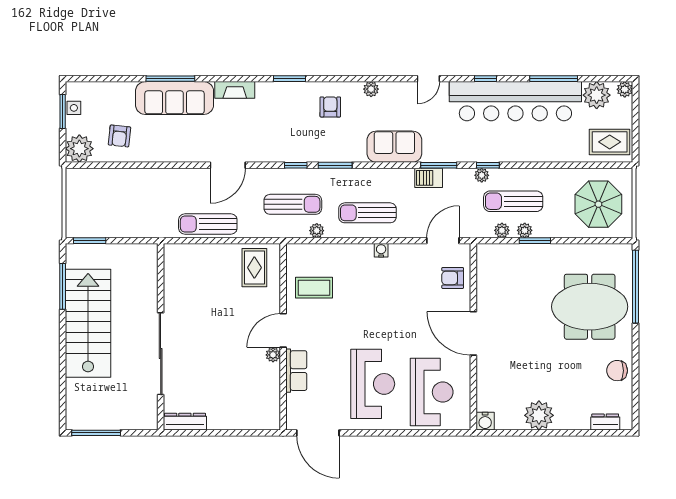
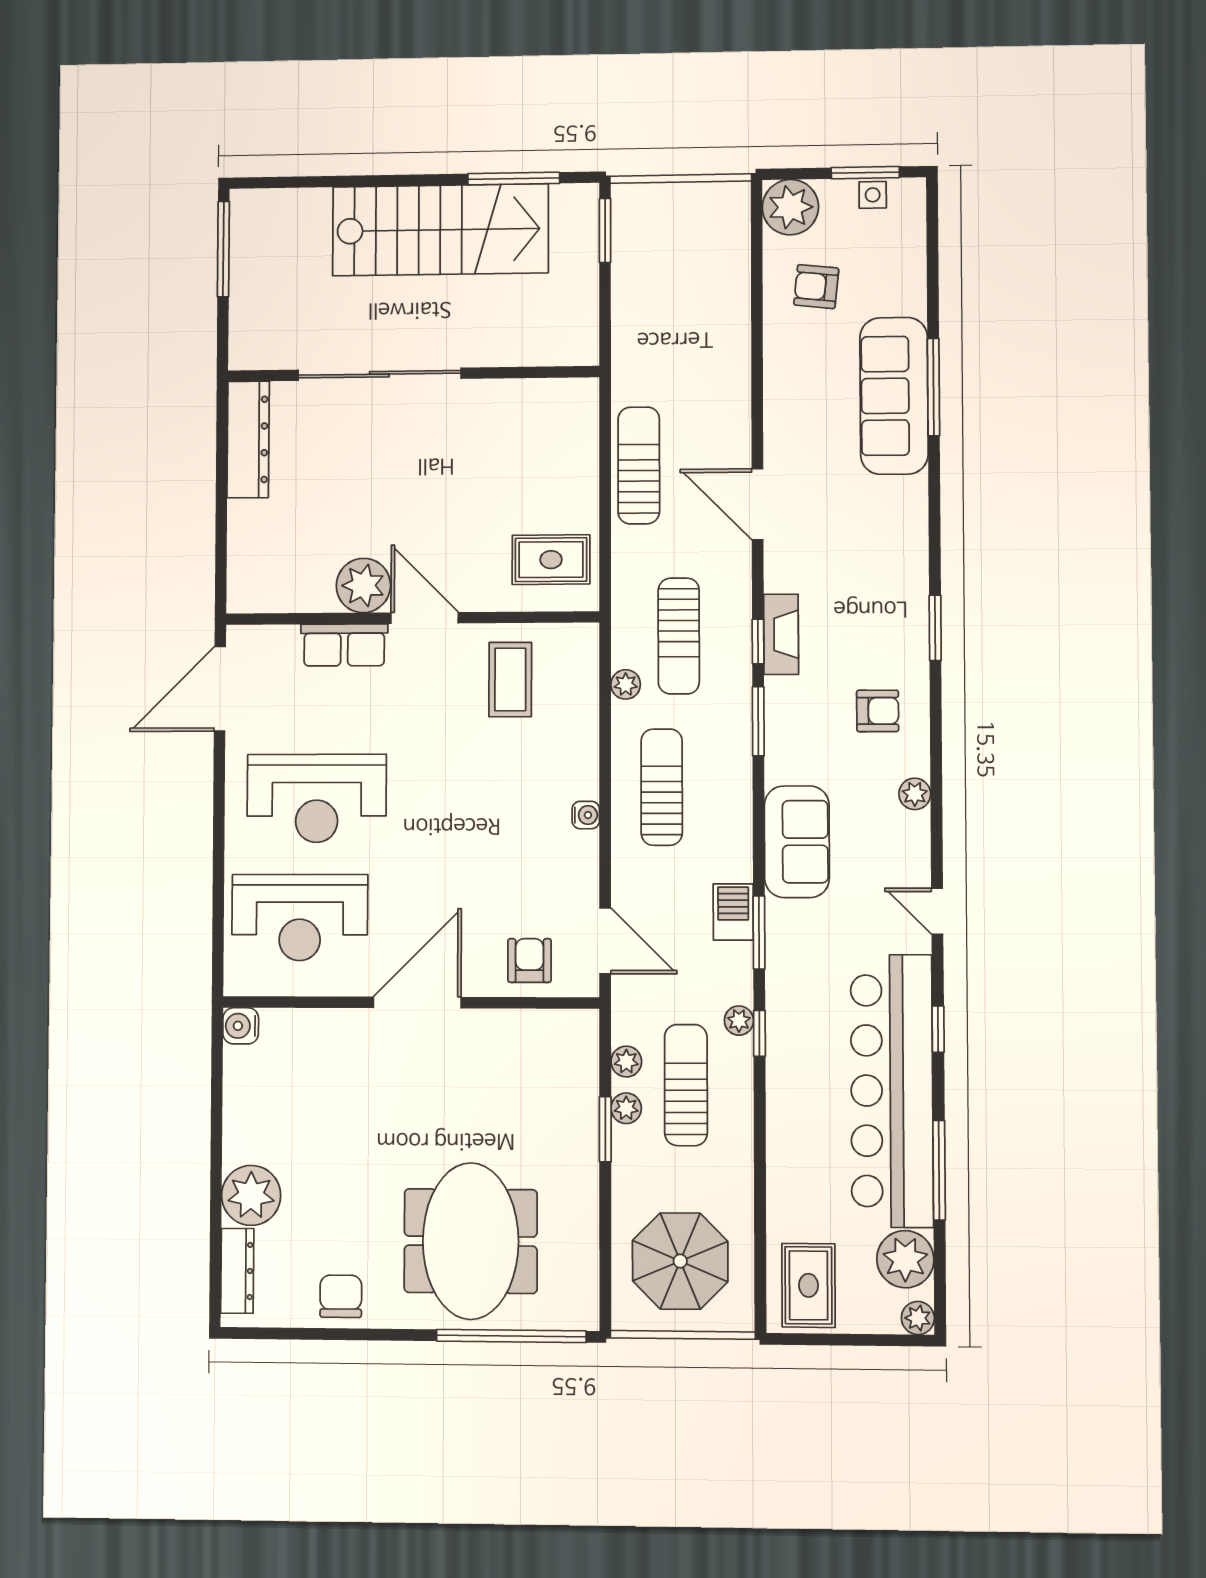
fireplace: (235, 90) -> (781, 634), moved, turned 180
plant: (273, 355) -> (363, 585), width x1.88, depth x1.88
plant: (539, 415) -> (251, 1195), moved
dresser: (185, 422) -> (248, 439), width x1.37, depth x1.24
dresser: (605, 422) -> (237, 1271), width x1.44

